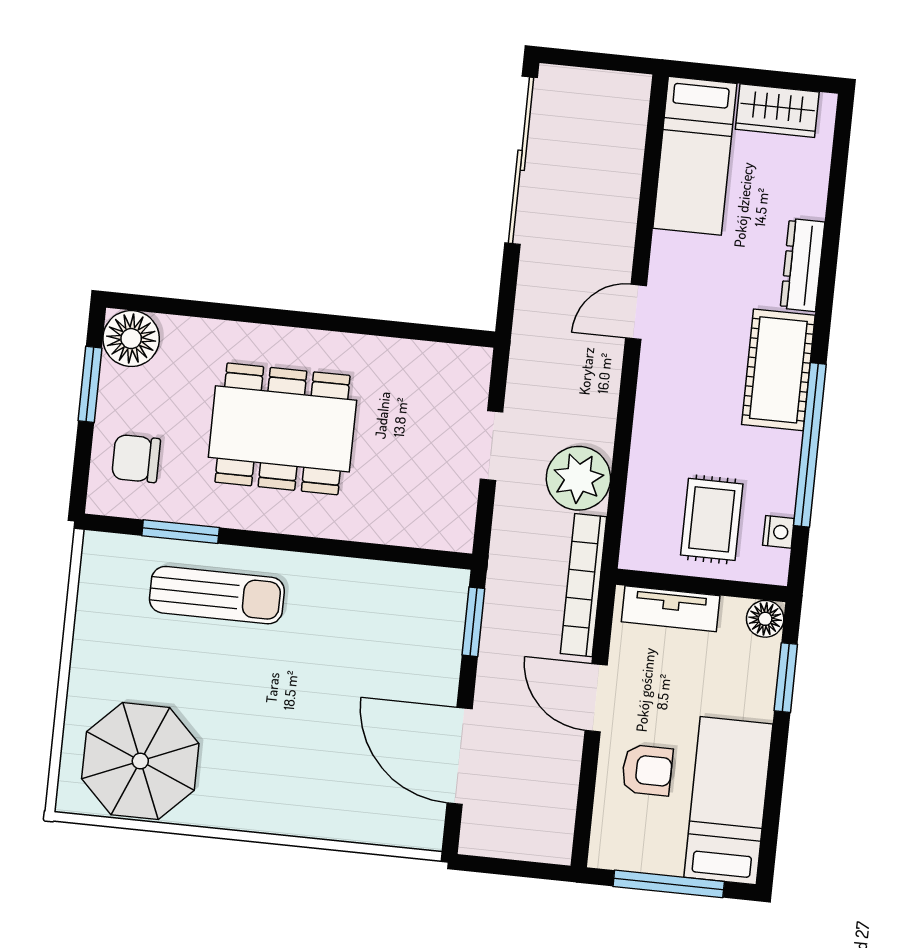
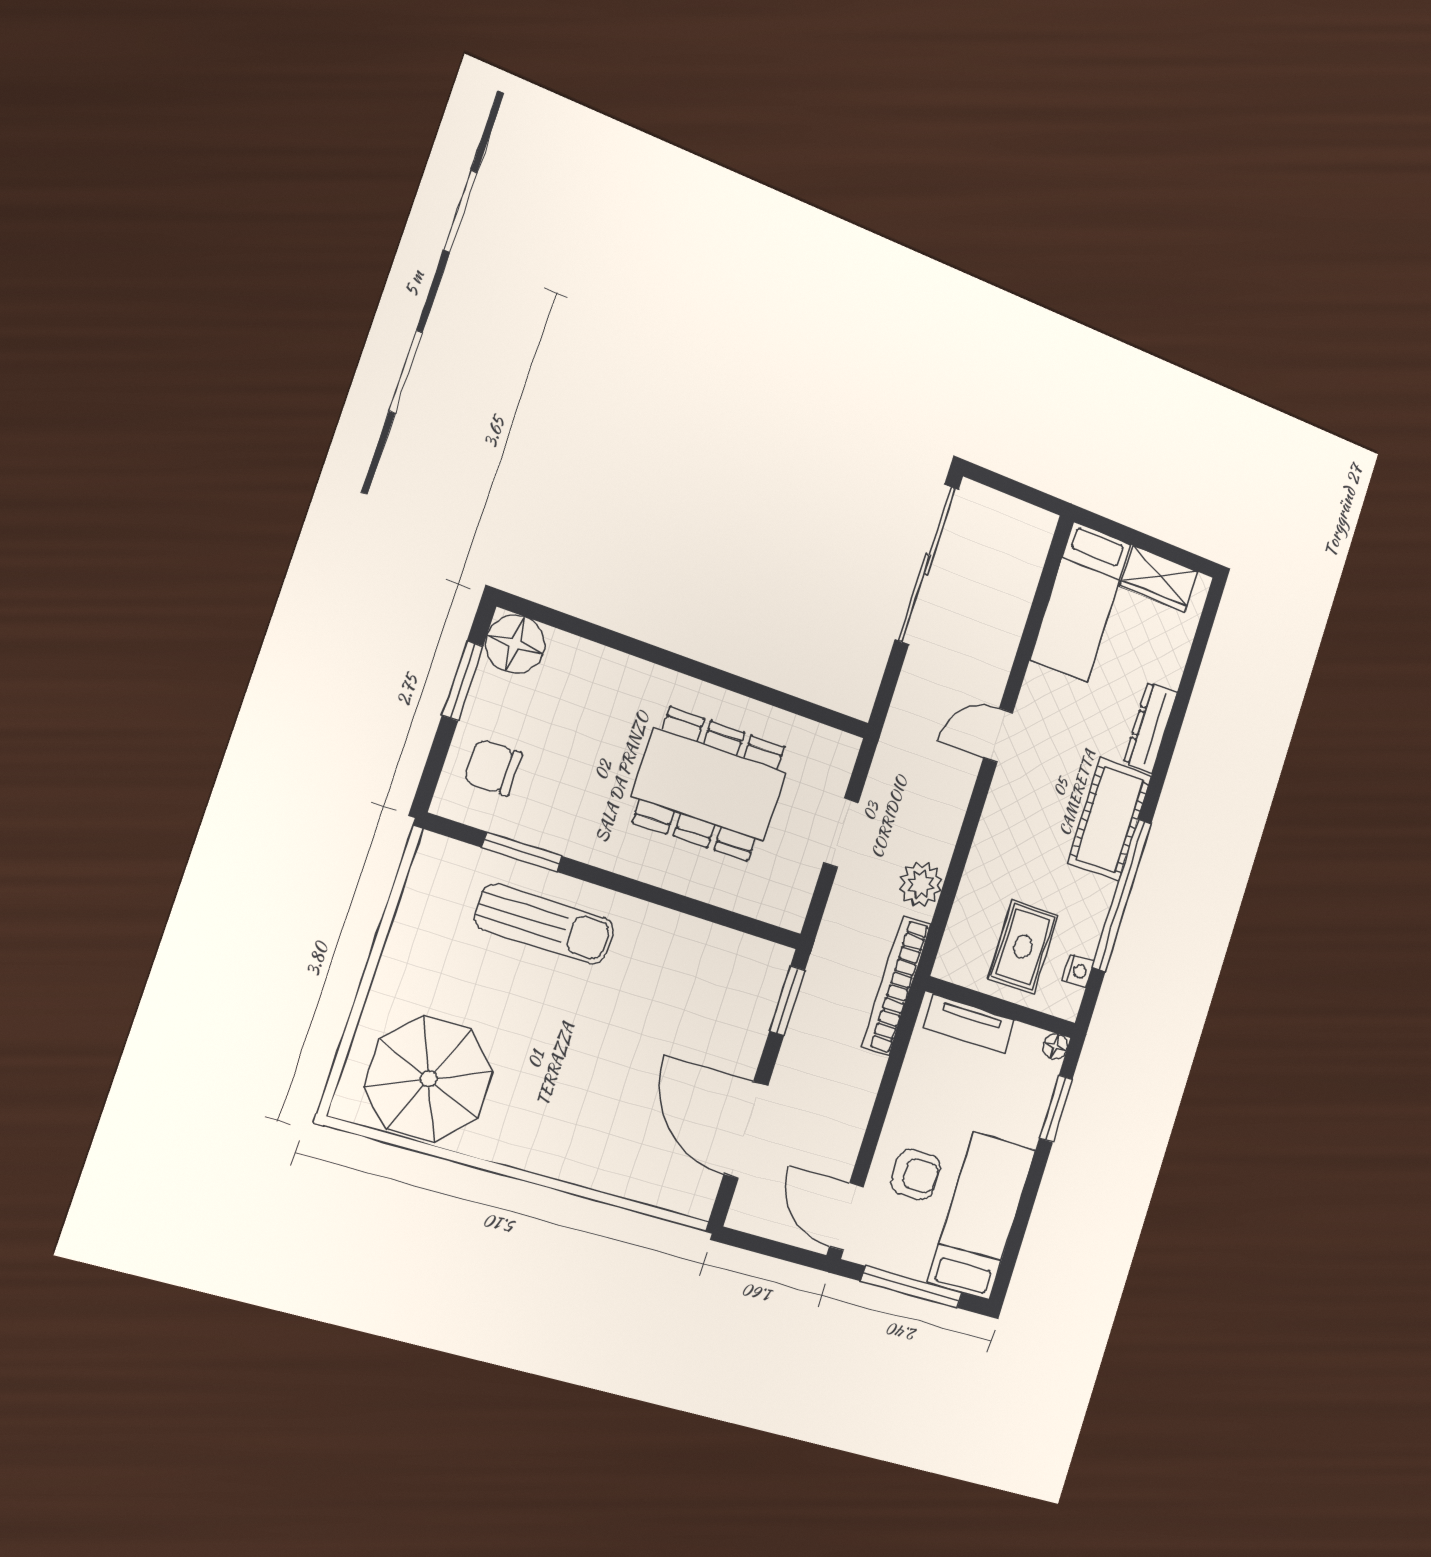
dining table: (282, 429) -> (709, 784), moved
plant: (578, 478) -> (921, 884), width x0.73, depth x0.73
floor lamp: (765, 619) -> (1055, 1047), width x0.73, depth x0.73
door: (596, 698) -> (846, 1217), moved

